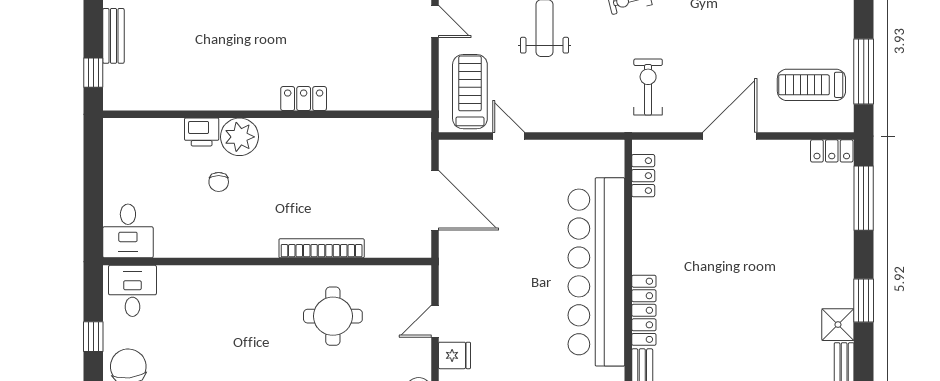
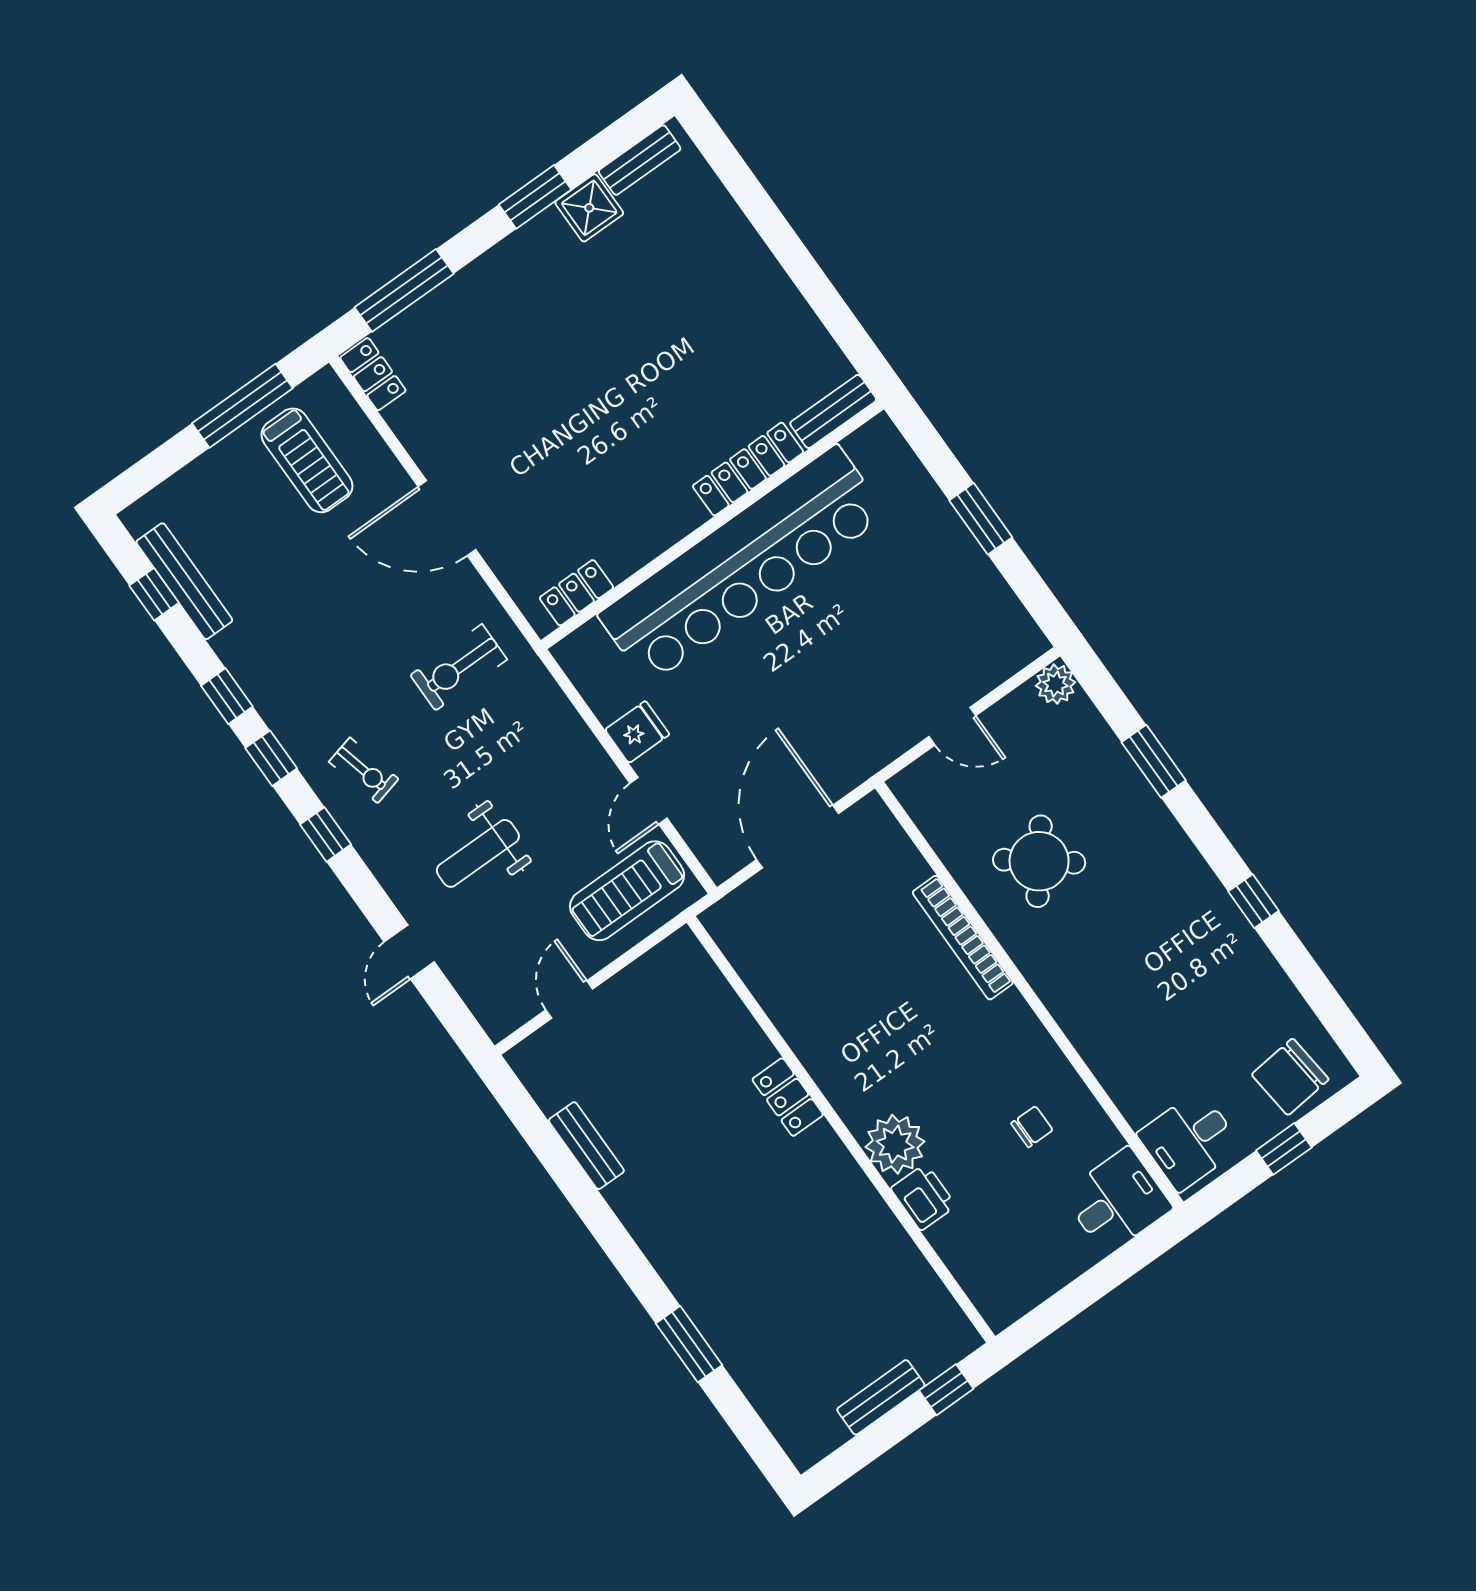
chair: (219, 182) -> (1032, 1127), moved
round table: (333, 316) -> (1039, 861), turned 38
fridge: (455, 355) -> (637, 732), moved, turned 90

